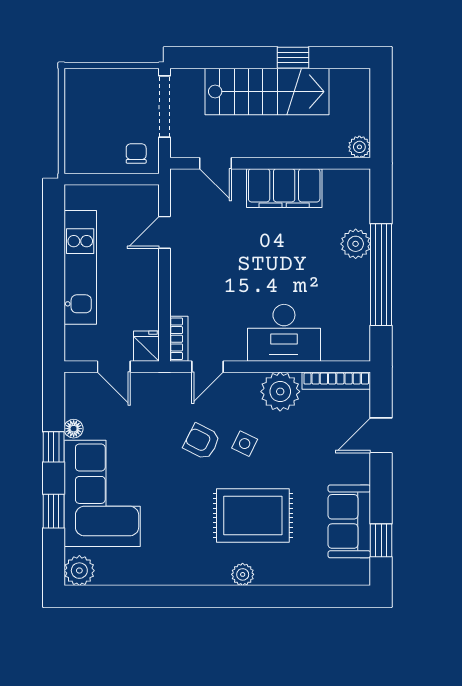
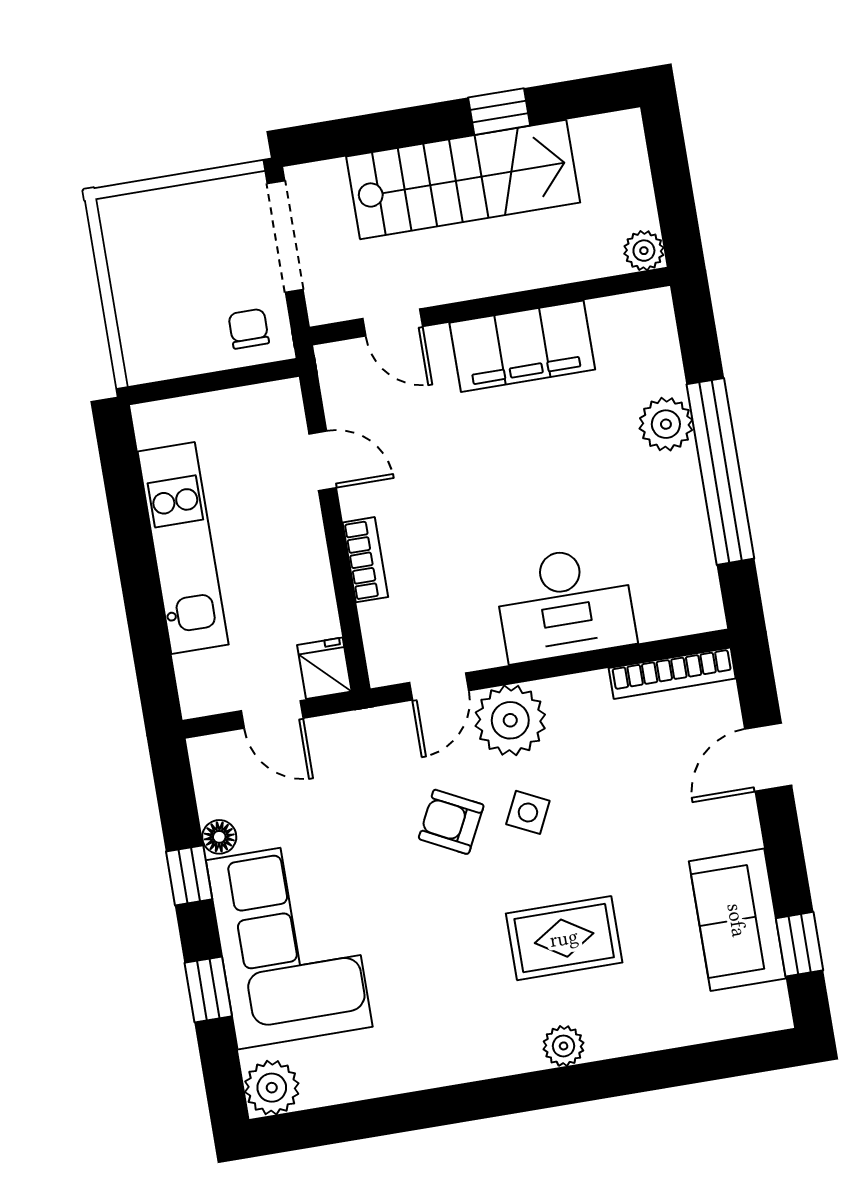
door: (164, 232) -> (323, 461), swing flipped
bookcase: (179, 339) -> (365, 560), moved
plant: (280, 392) -> (510, 720), moved
rug: (253, 516) -> (564, 938), width x0.73, depth x0.70

